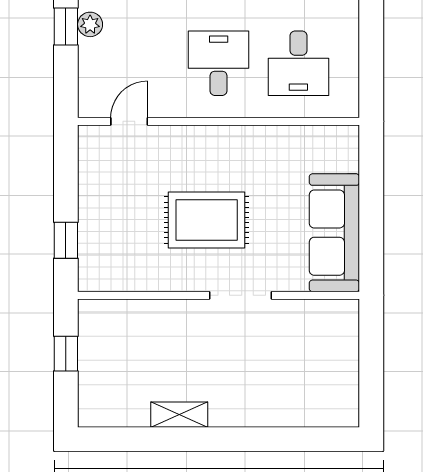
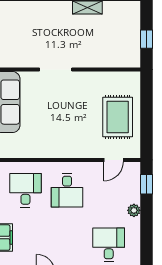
window: (66, 27) -> (146, 184), moved
rug: (207, 220) -> (118, 117), moved, turned 90
window: (66, 240) -> (146, 98), removed

